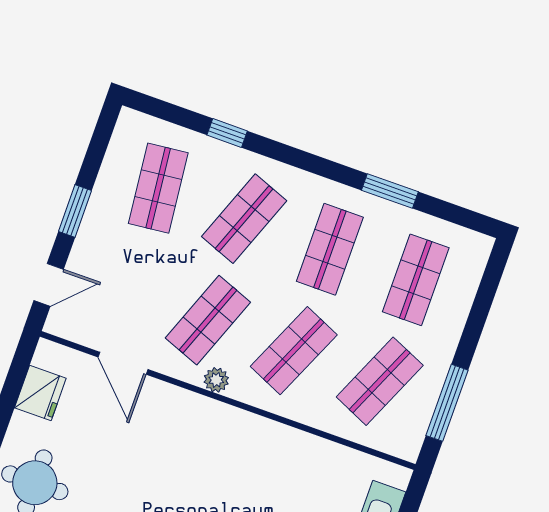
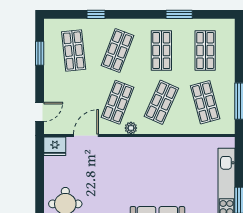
window: (75, 211) -> (40, 53), moved
door: (123, 363) -> (86, 135), swing flipped
shop shelf: (380, 381) -> (205, 102), turned -39
fridge: (40, 393) -> (55, 146), moved, turned 90

